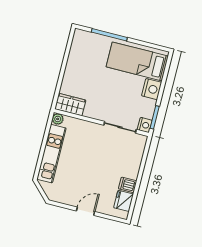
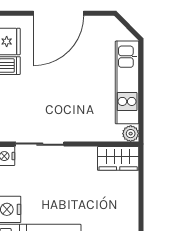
door: (86, 211) -> (58, 13), width x1.87

